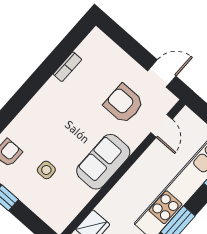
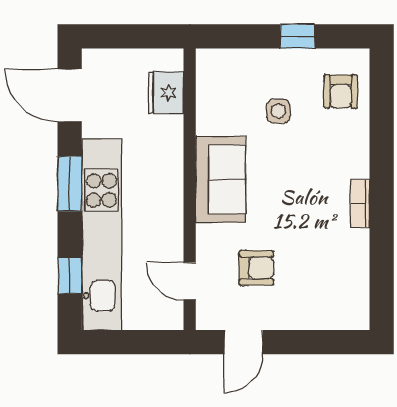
bookcase: (67, 67) -> (360, 204), moved
armchair: (124, 104) -> (256, 268), width x0.72, depth x0.72

